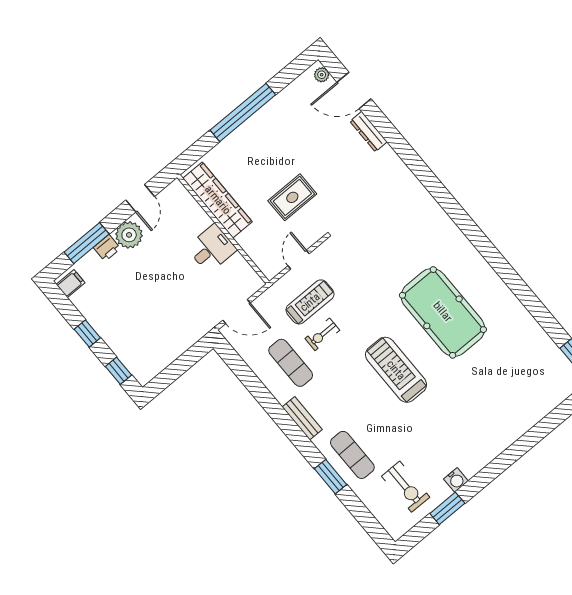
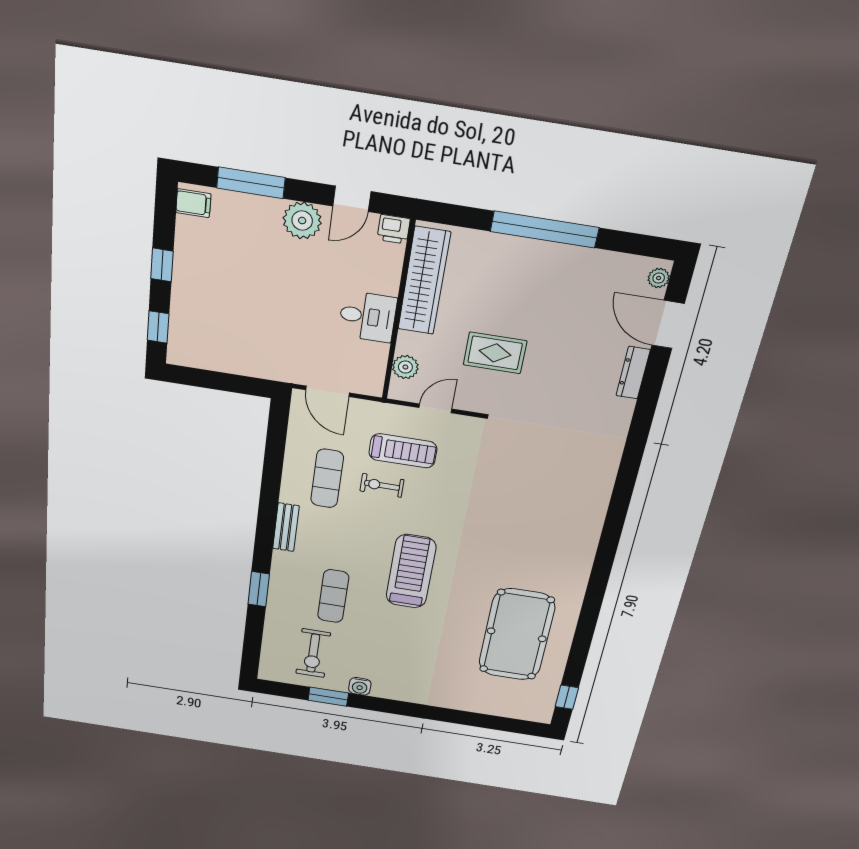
printer: (107, 248) -> (394, 229), moved
plant: (259, 254) -> (405, 367), added
pool table: (443, 312) -> (517, 635), moved
exercise mat: (352, 455) -> (333, 596), moved

